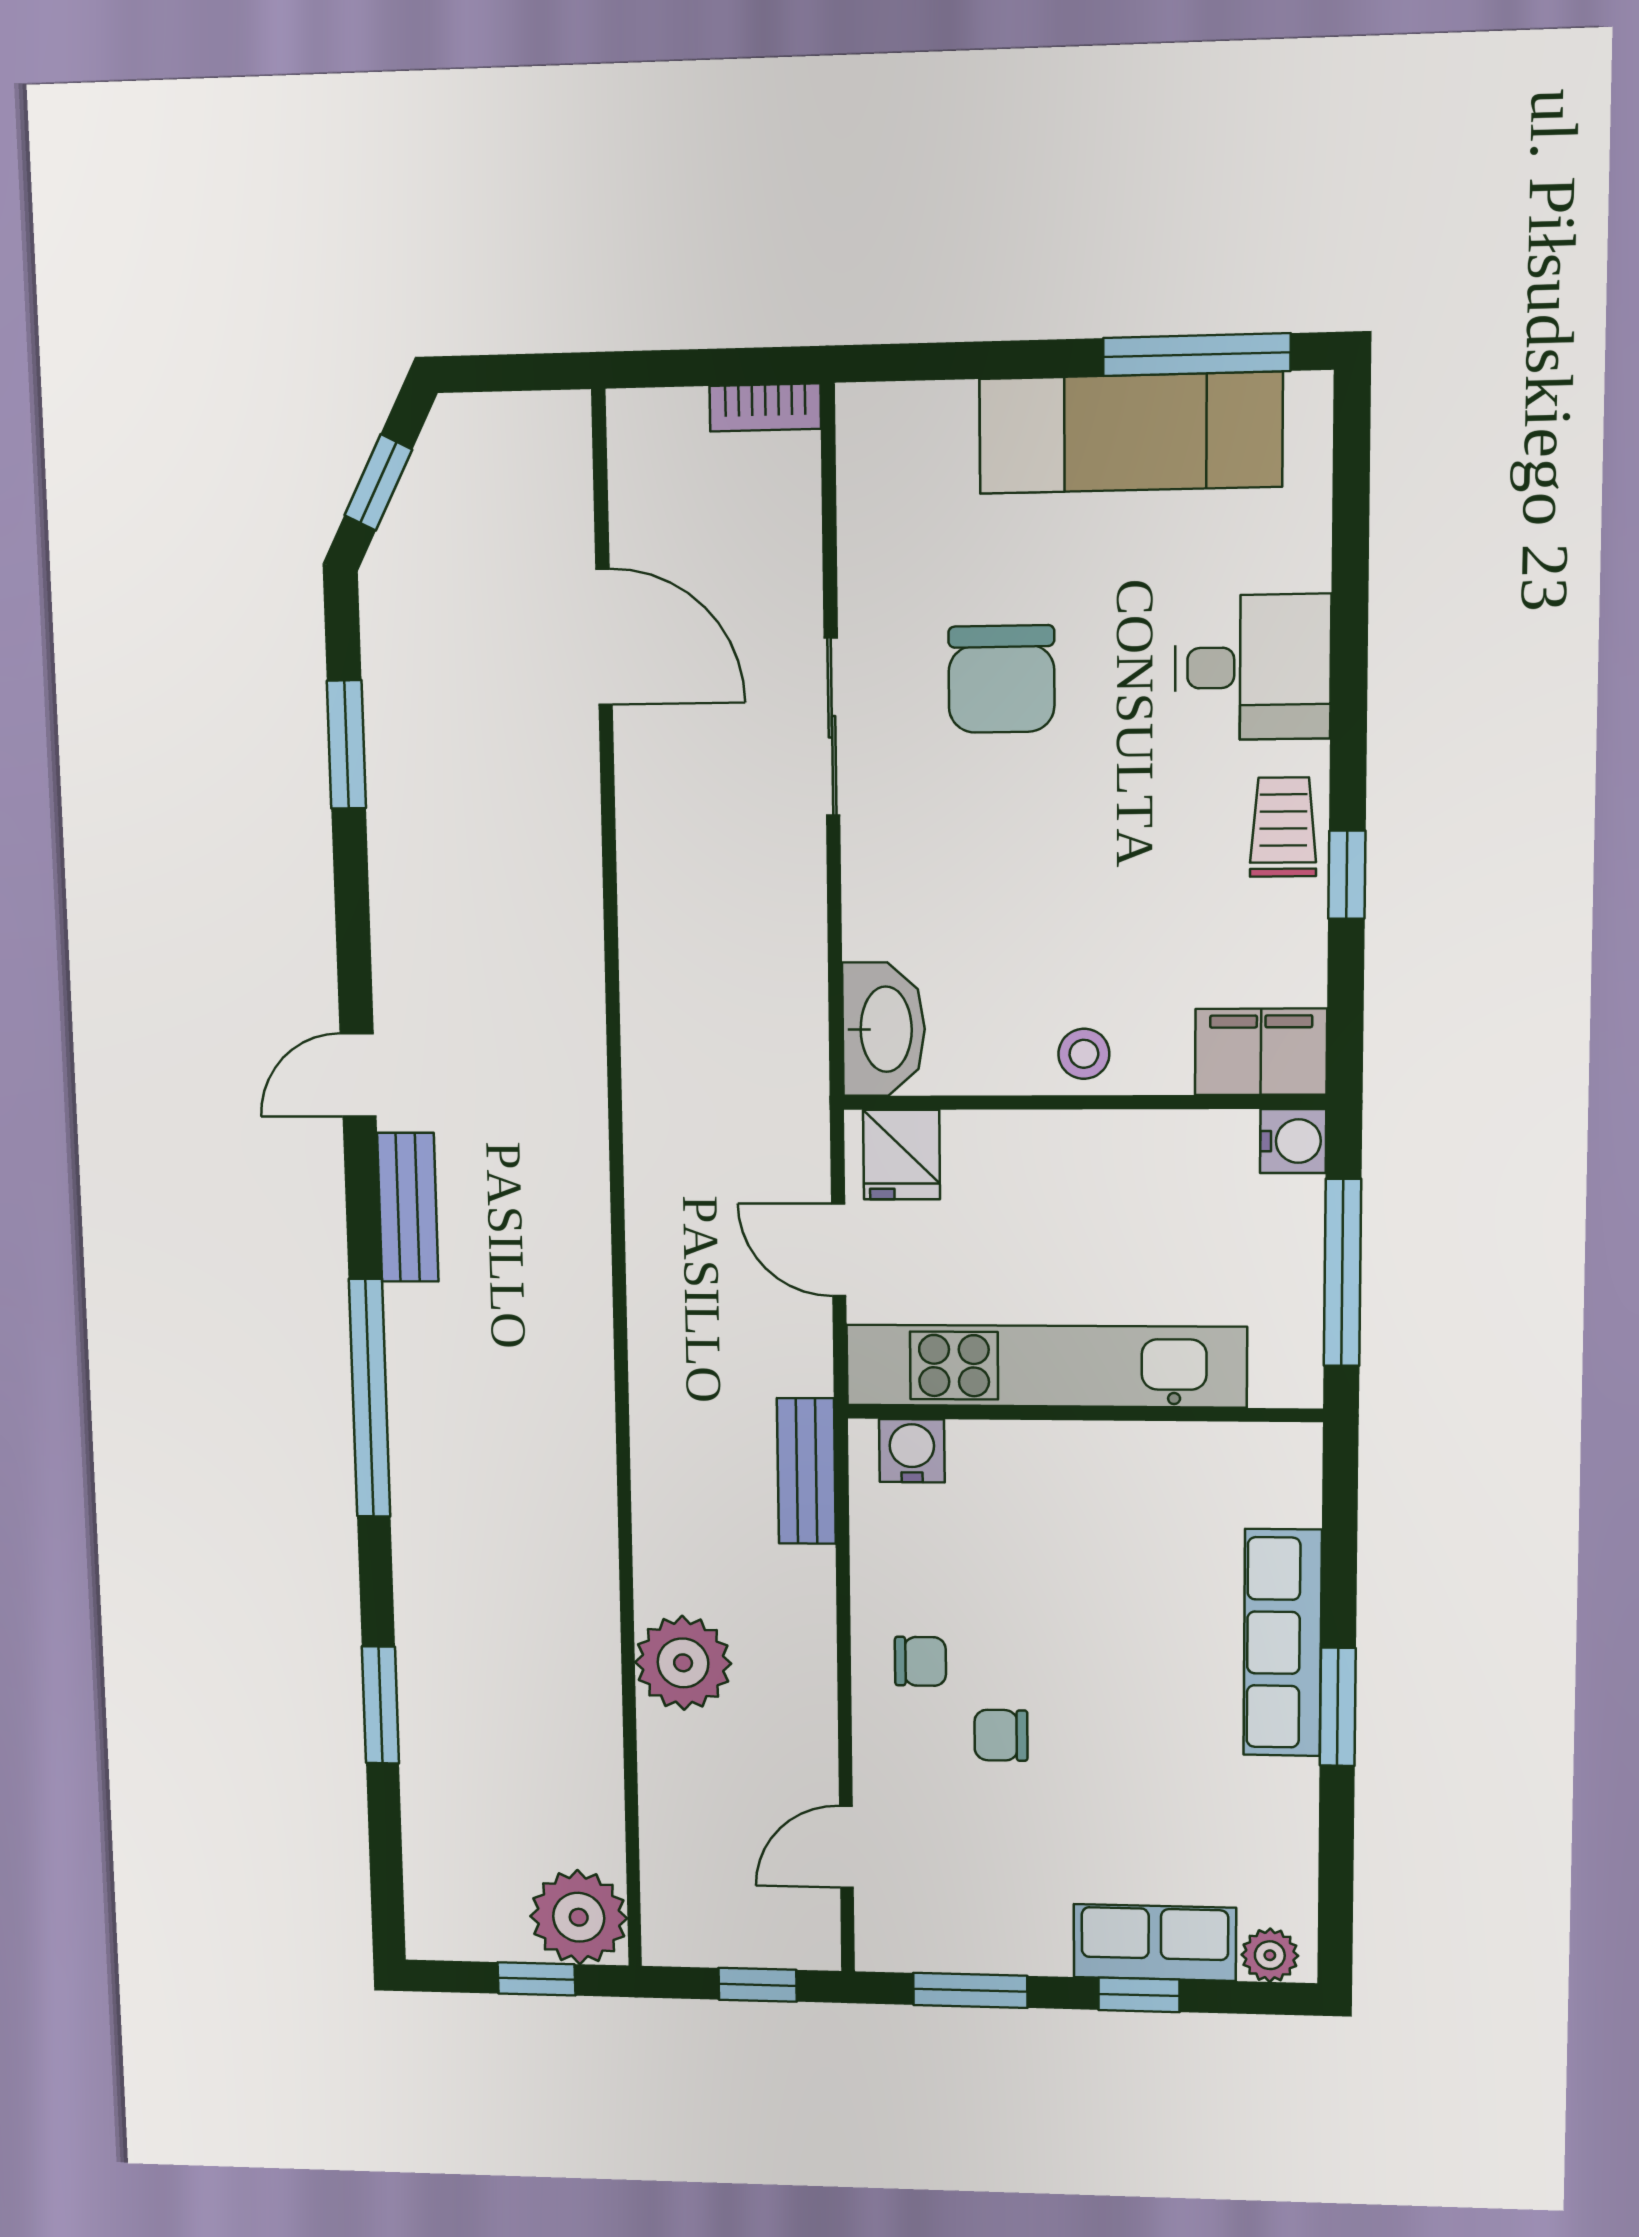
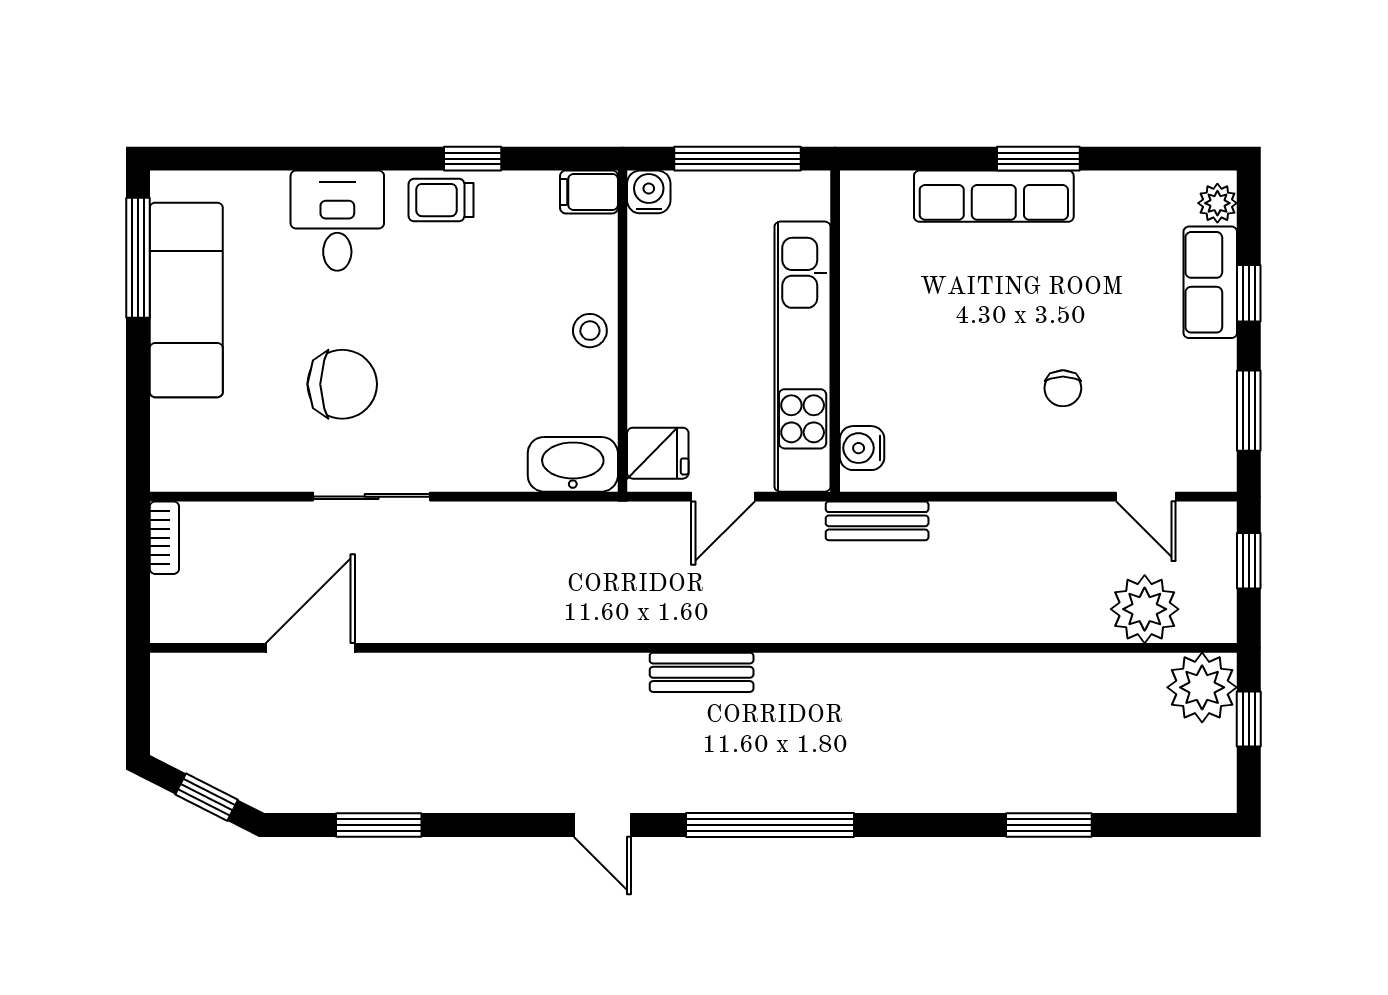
filing cabinet: (1261, 1052) -> (589, 192), width x0.50
bench: (408, 1207) -> (702, 672), moved
window: (370, 1398) -> (770, 825), moved
chair: (920, 1661) -> (1011, 444), removed
plant: (683, 1663) -> (1145, 609), moved

